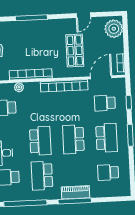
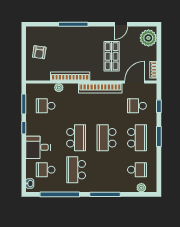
school desk: (108, 172) -> (137, 170), turned 180
piano: (75, 192) -> (106, 187), removed
plant: (114, 192) -> (141, 188), added

